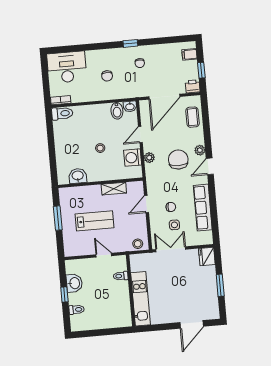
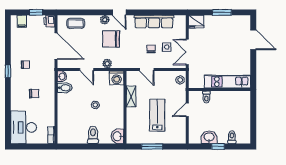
toilet: (62, 113) -> (93, 135), moved
washing machine: (133, 158) -> (117, 78), moved
washbasin: (78, 176) -> (117, 136), moved

